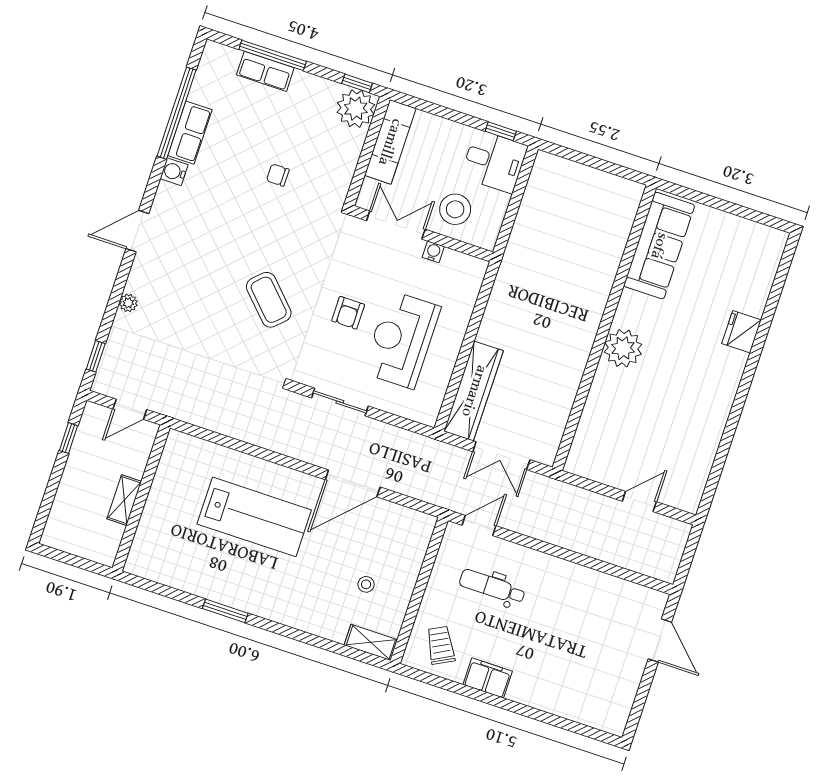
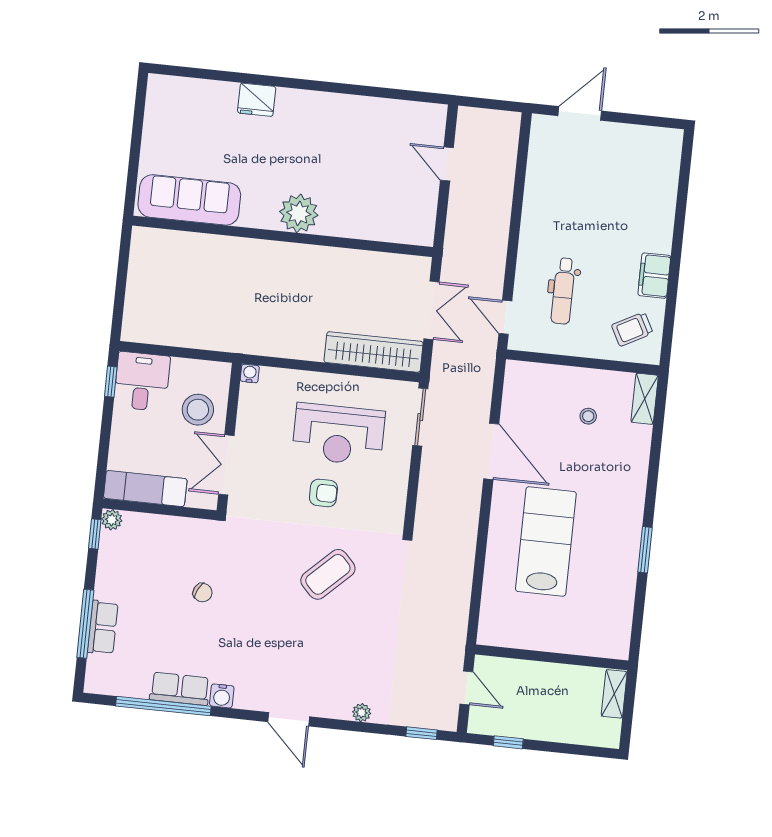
plant: (356, 109) -> (112, 520), width x0.53, depth x0.53
chair: (278, 175) -> (203, 593), turned -63
water cooler: (433, 252) -> (250, 374), moved, turned 90
sliding door: (340, 402) -> (420, 417), moved
shelving: (124, 500) -> (614, 694), moved, turned 90

